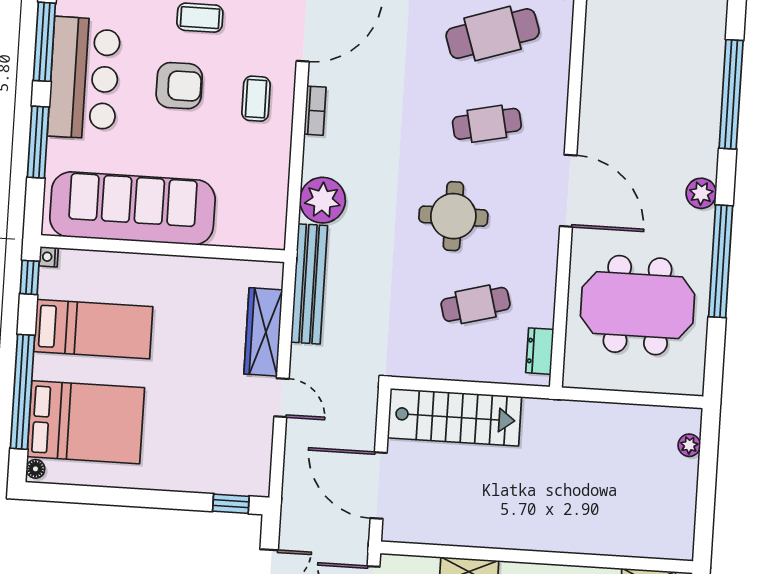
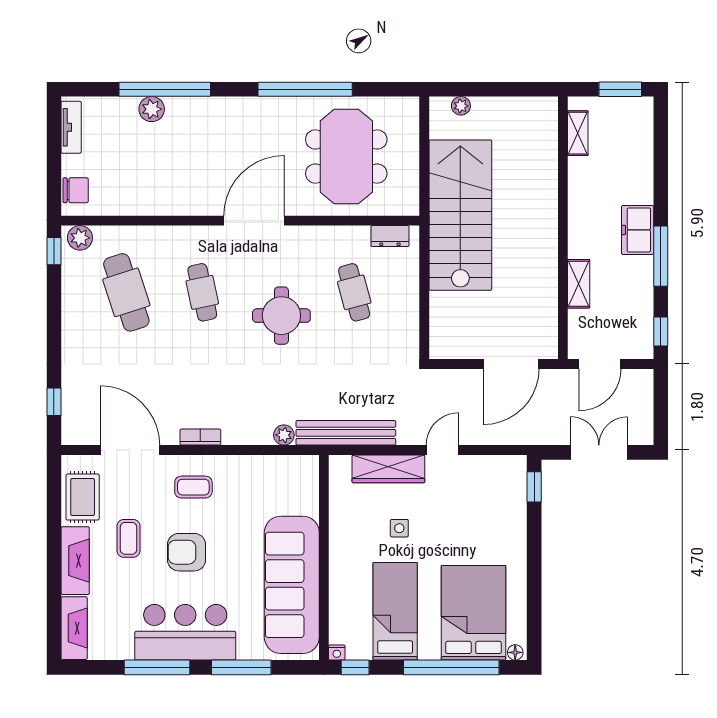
armchair: (179, 86) -> (187, 552), turned -90
plant: (701, 193) -> (152, 109), moved
plant: (322, 200) -> (284, 435), width x0.53, depth x0.53
side table: (192, 340) -> (399, 528), added
stairs: (454, 417) -> (460, 215), moved, width x1.36, depth x1.51

